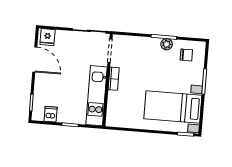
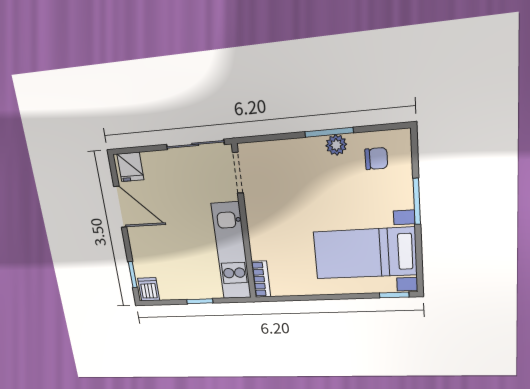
bookcase: (114, 79) -> (261, 279), moved
dishwasher: (51, 114) -> (149, 289), moved

